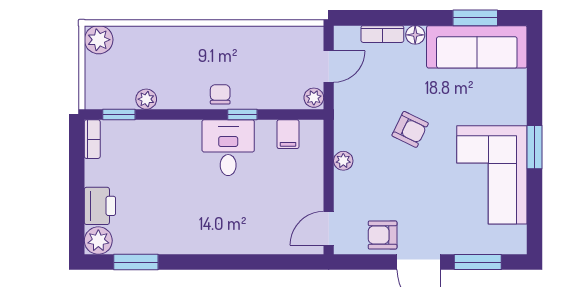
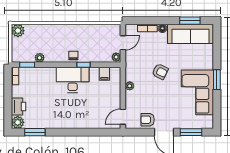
desk: (228, 148) -> (73, 80), width x1.37

